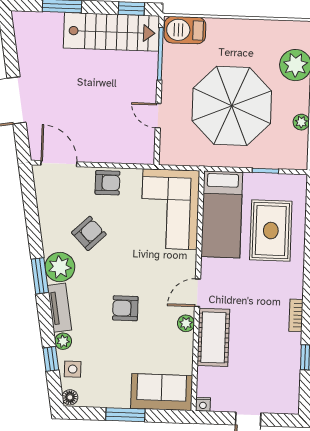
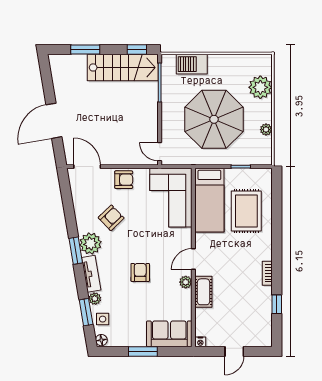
barbecue: (185, 30) -> (192, 64), moved
door: (158, 116) -> (160, 152), moved
armchair: (125, 308) -> (140, 272), turned 90
cot: (213, 337) -> (203, 292), width x0.73, depth x0.75
window: (51, 359) -> (86, 312), width x1.50

